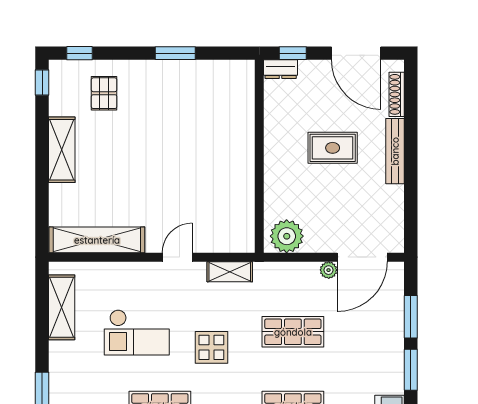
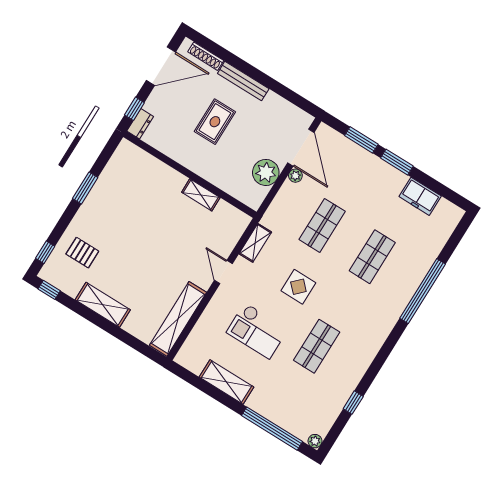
shelving: (245, 182) -> (201, 195), added
plant: (287, 236) -> (266, 172), moved
shelving: (62, 307) -> (226, 382), moved
checkout: (137, 332) -> (257, 331), turned 90

